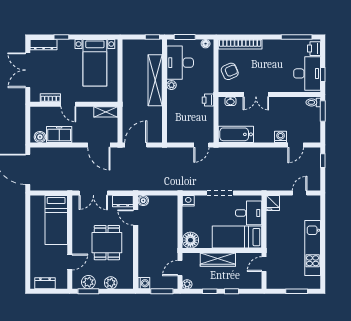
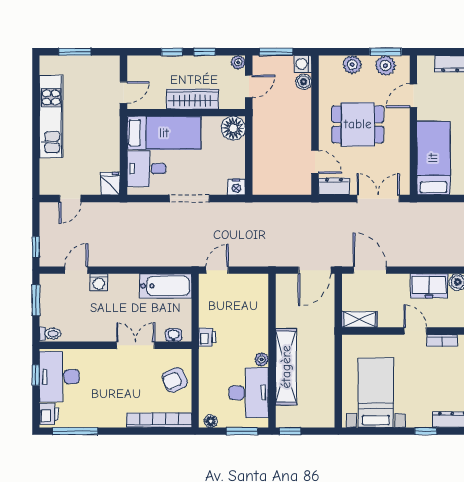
window: (323, 111) -> (36, 300), moved
boiler: (143, 201) -> (304, 82), moved
dining table: (107, 243) -> (358, 124), turned 90

